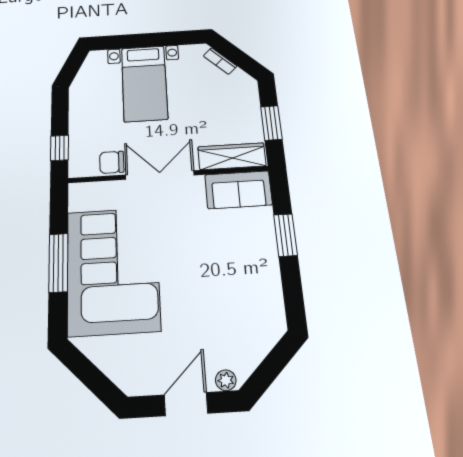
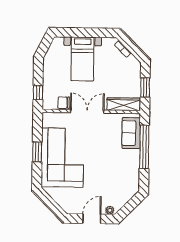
sofa: (238, 190) -> (131, 133), moved, turned 90
window: (286, 235) -> (144, 147), width x2.11
window: (58, 263) -> (37, 152), width x0.69

